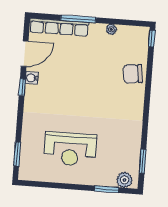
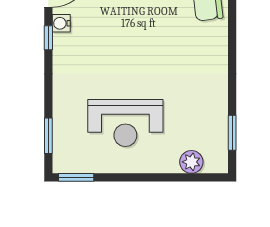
plant: (124, 180) -> (191, 162), moved
window: (107, 189) -> (76, 177), moved

